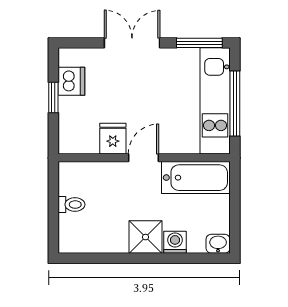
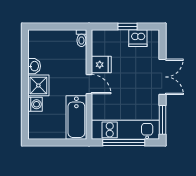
toilet: (71, 205) -> (81, 38), moved
washbasin: (218, 244) -> (34, 66), moved

